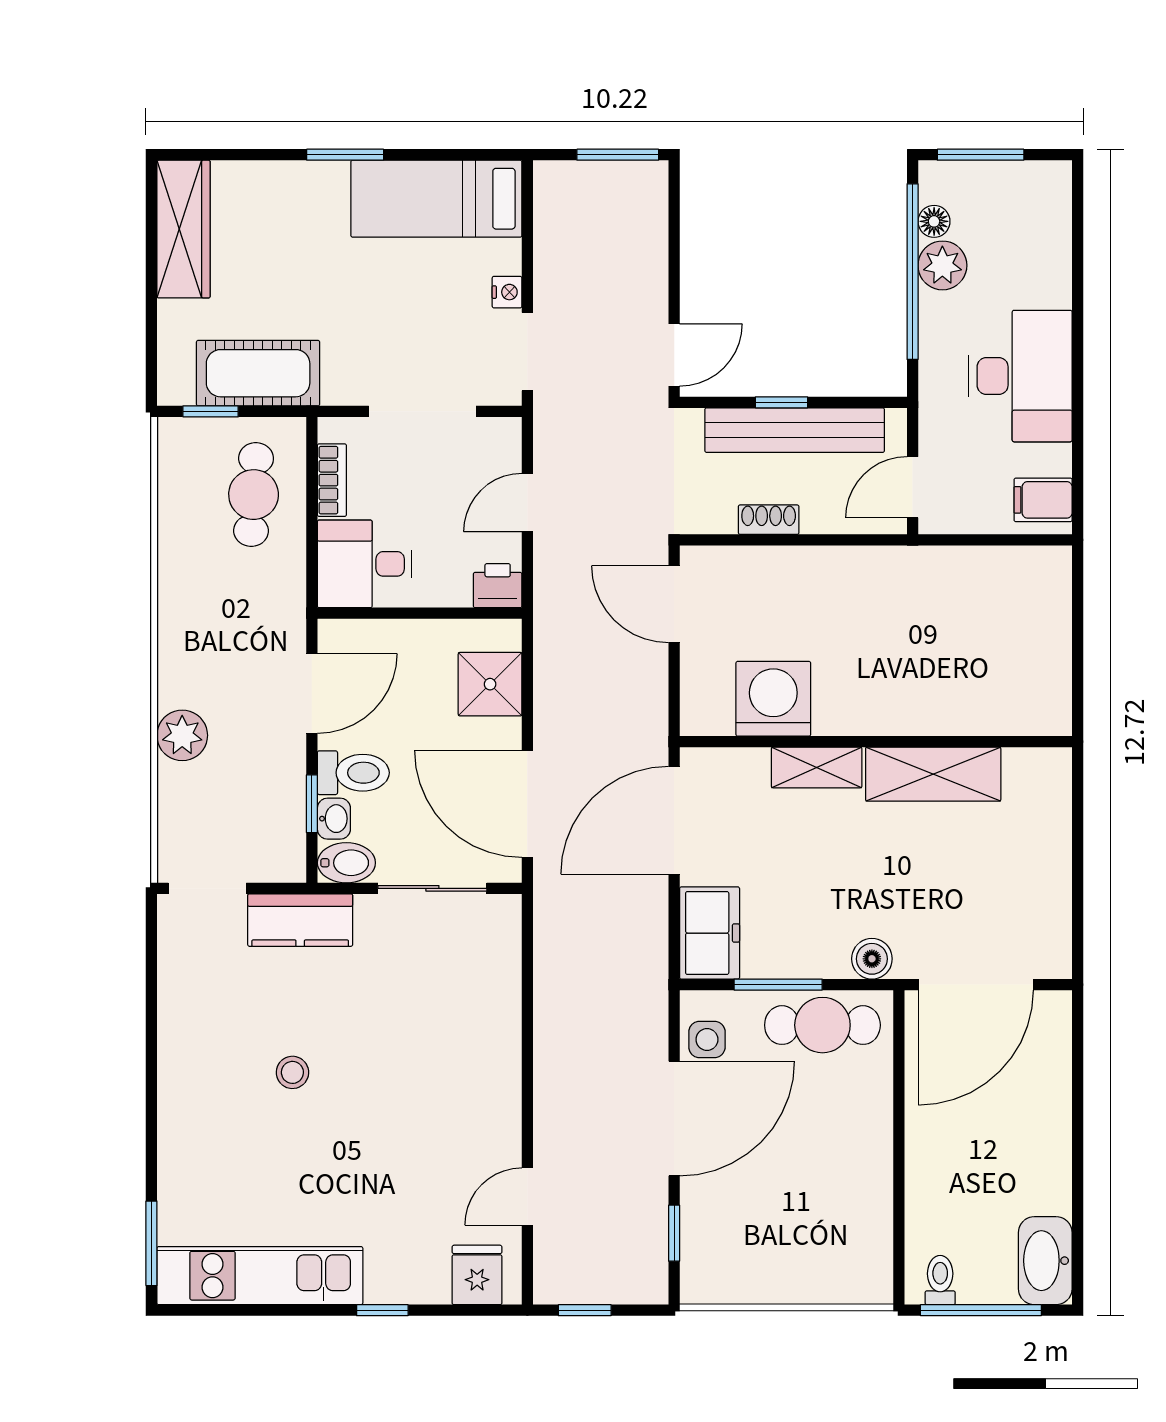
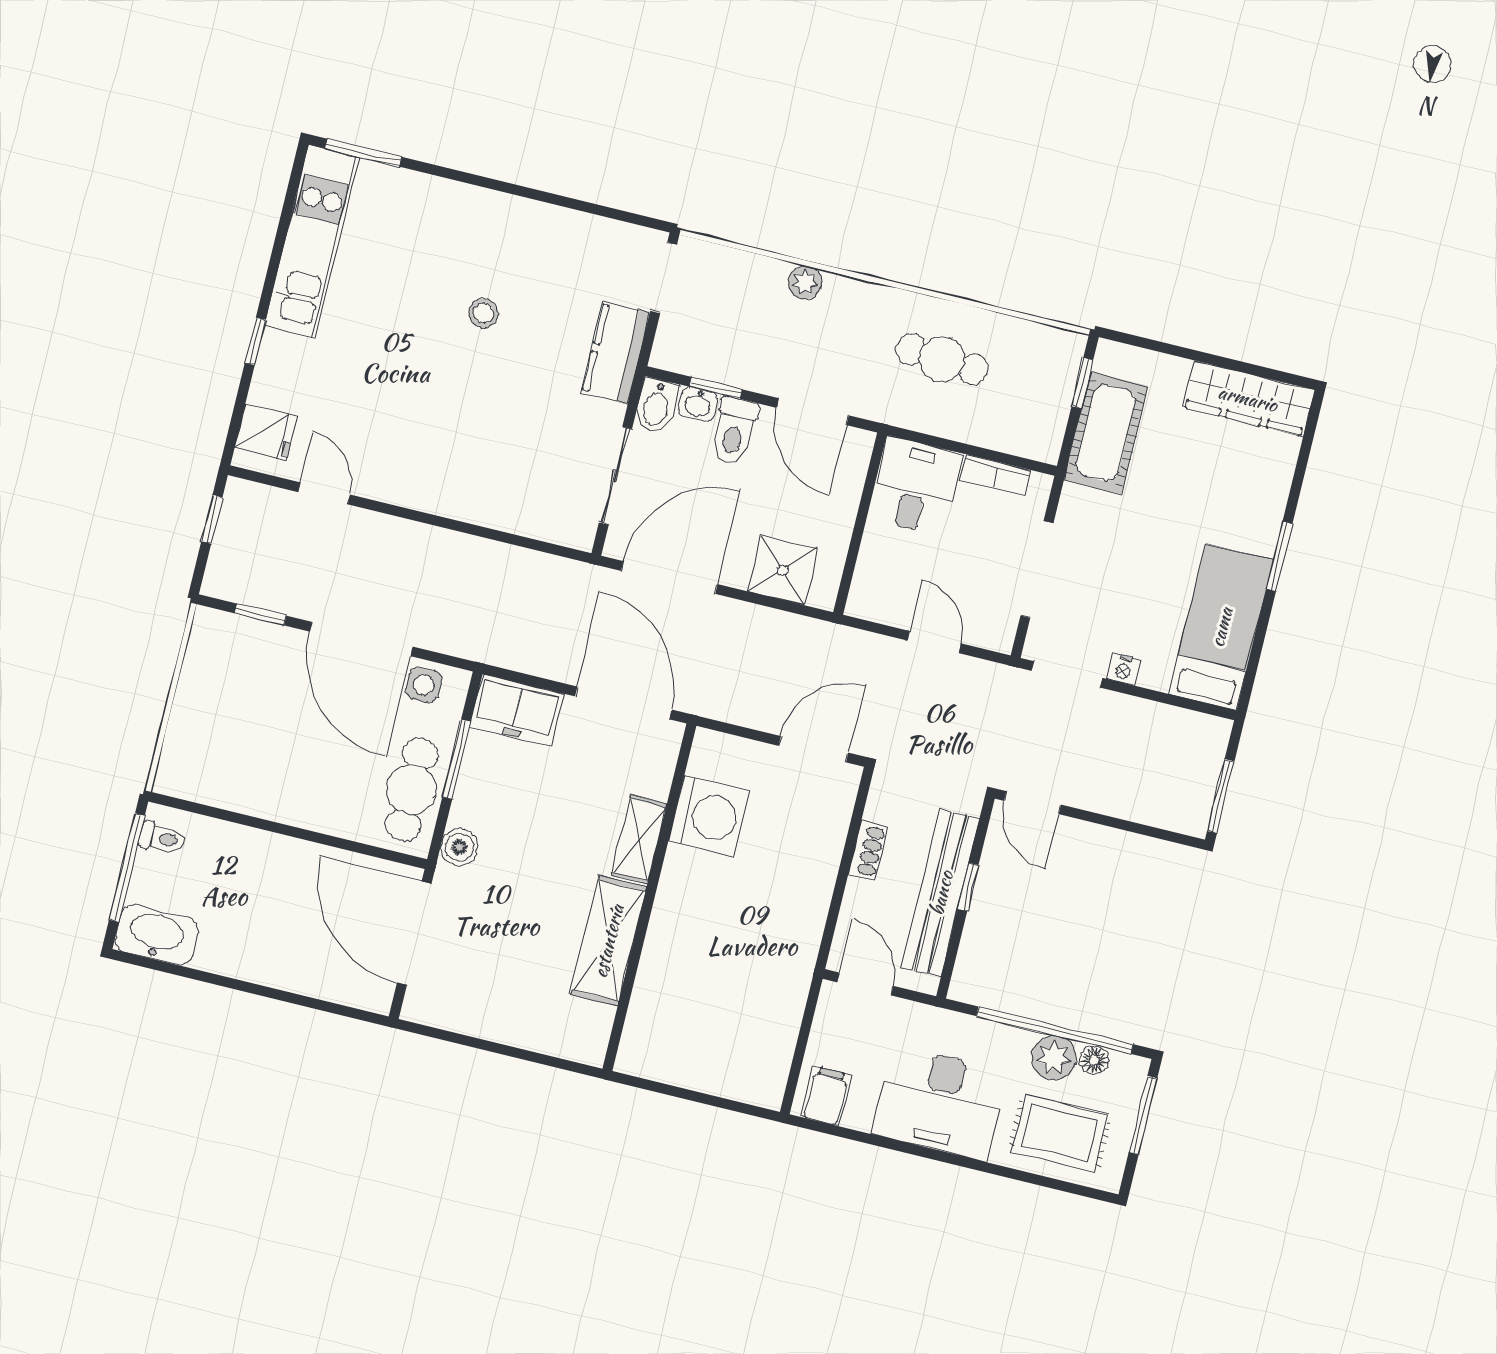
rug: (1021, 240) -> (1060, 1133), added
cafe table: (254, 495) -> (942, 359), moved
printer: (498, 586) -> (868, 598), removed
plant: (182, 735) -> (805, 283), width x0.73, depth x0.73

